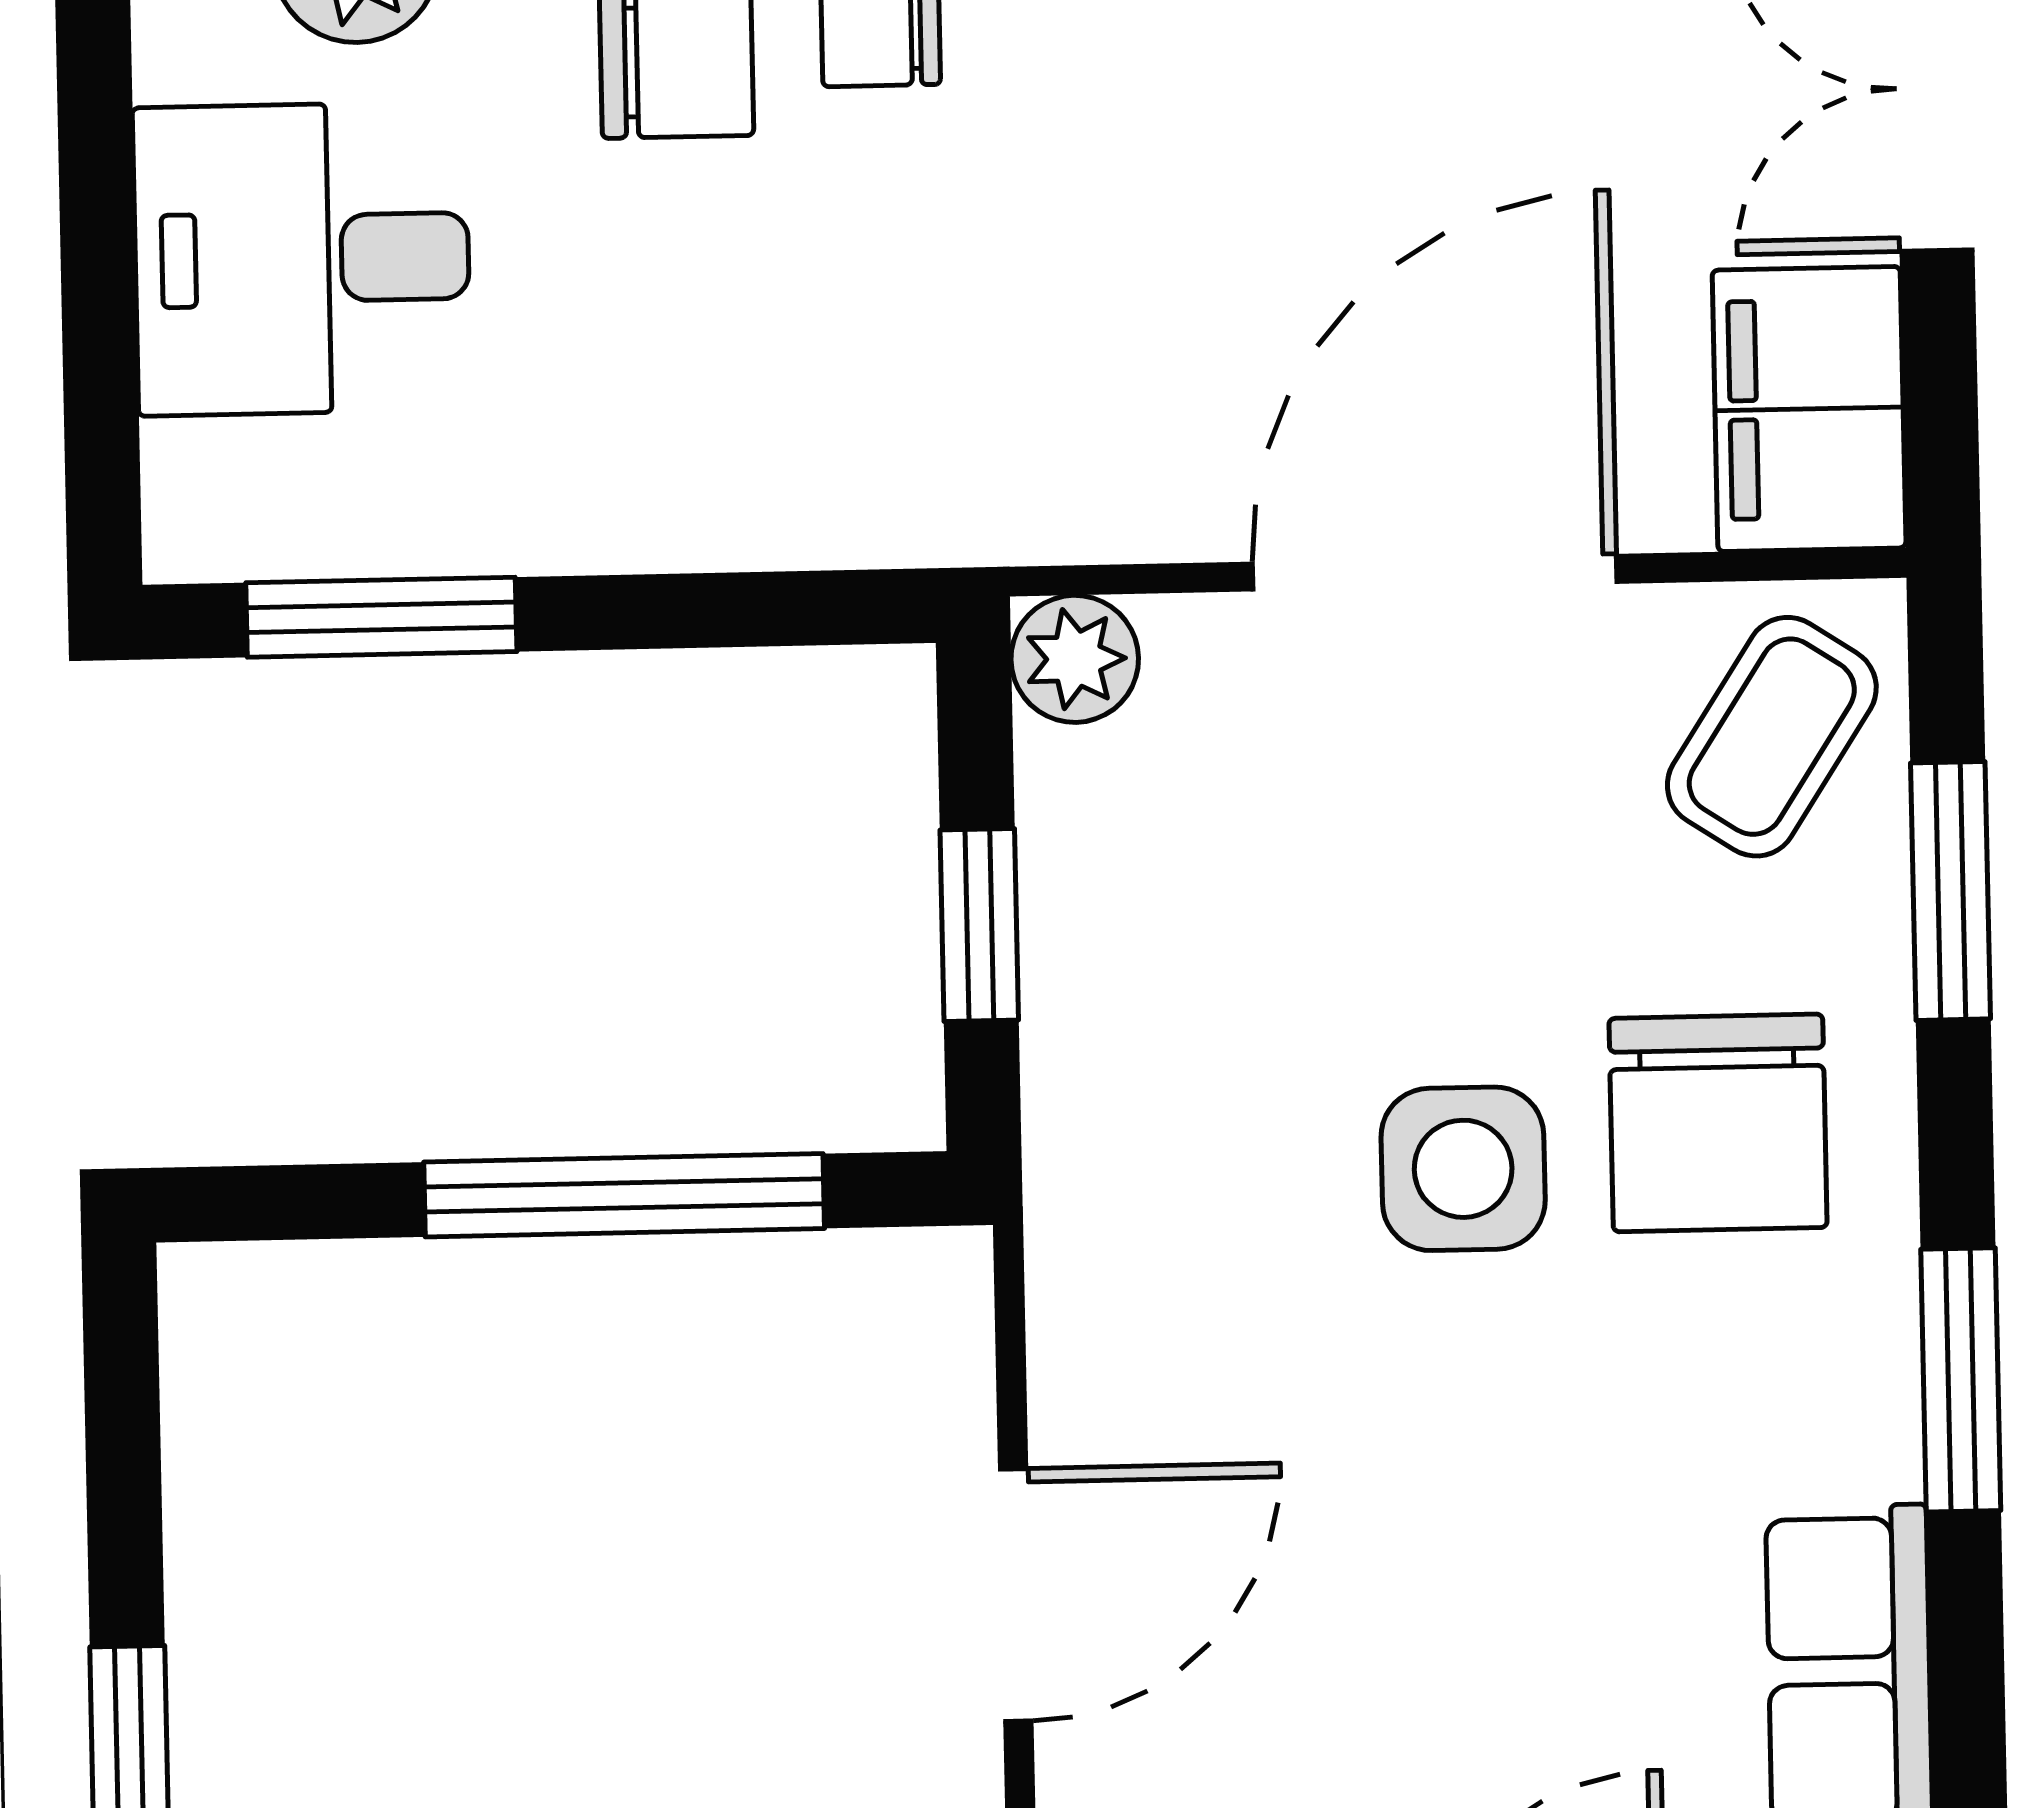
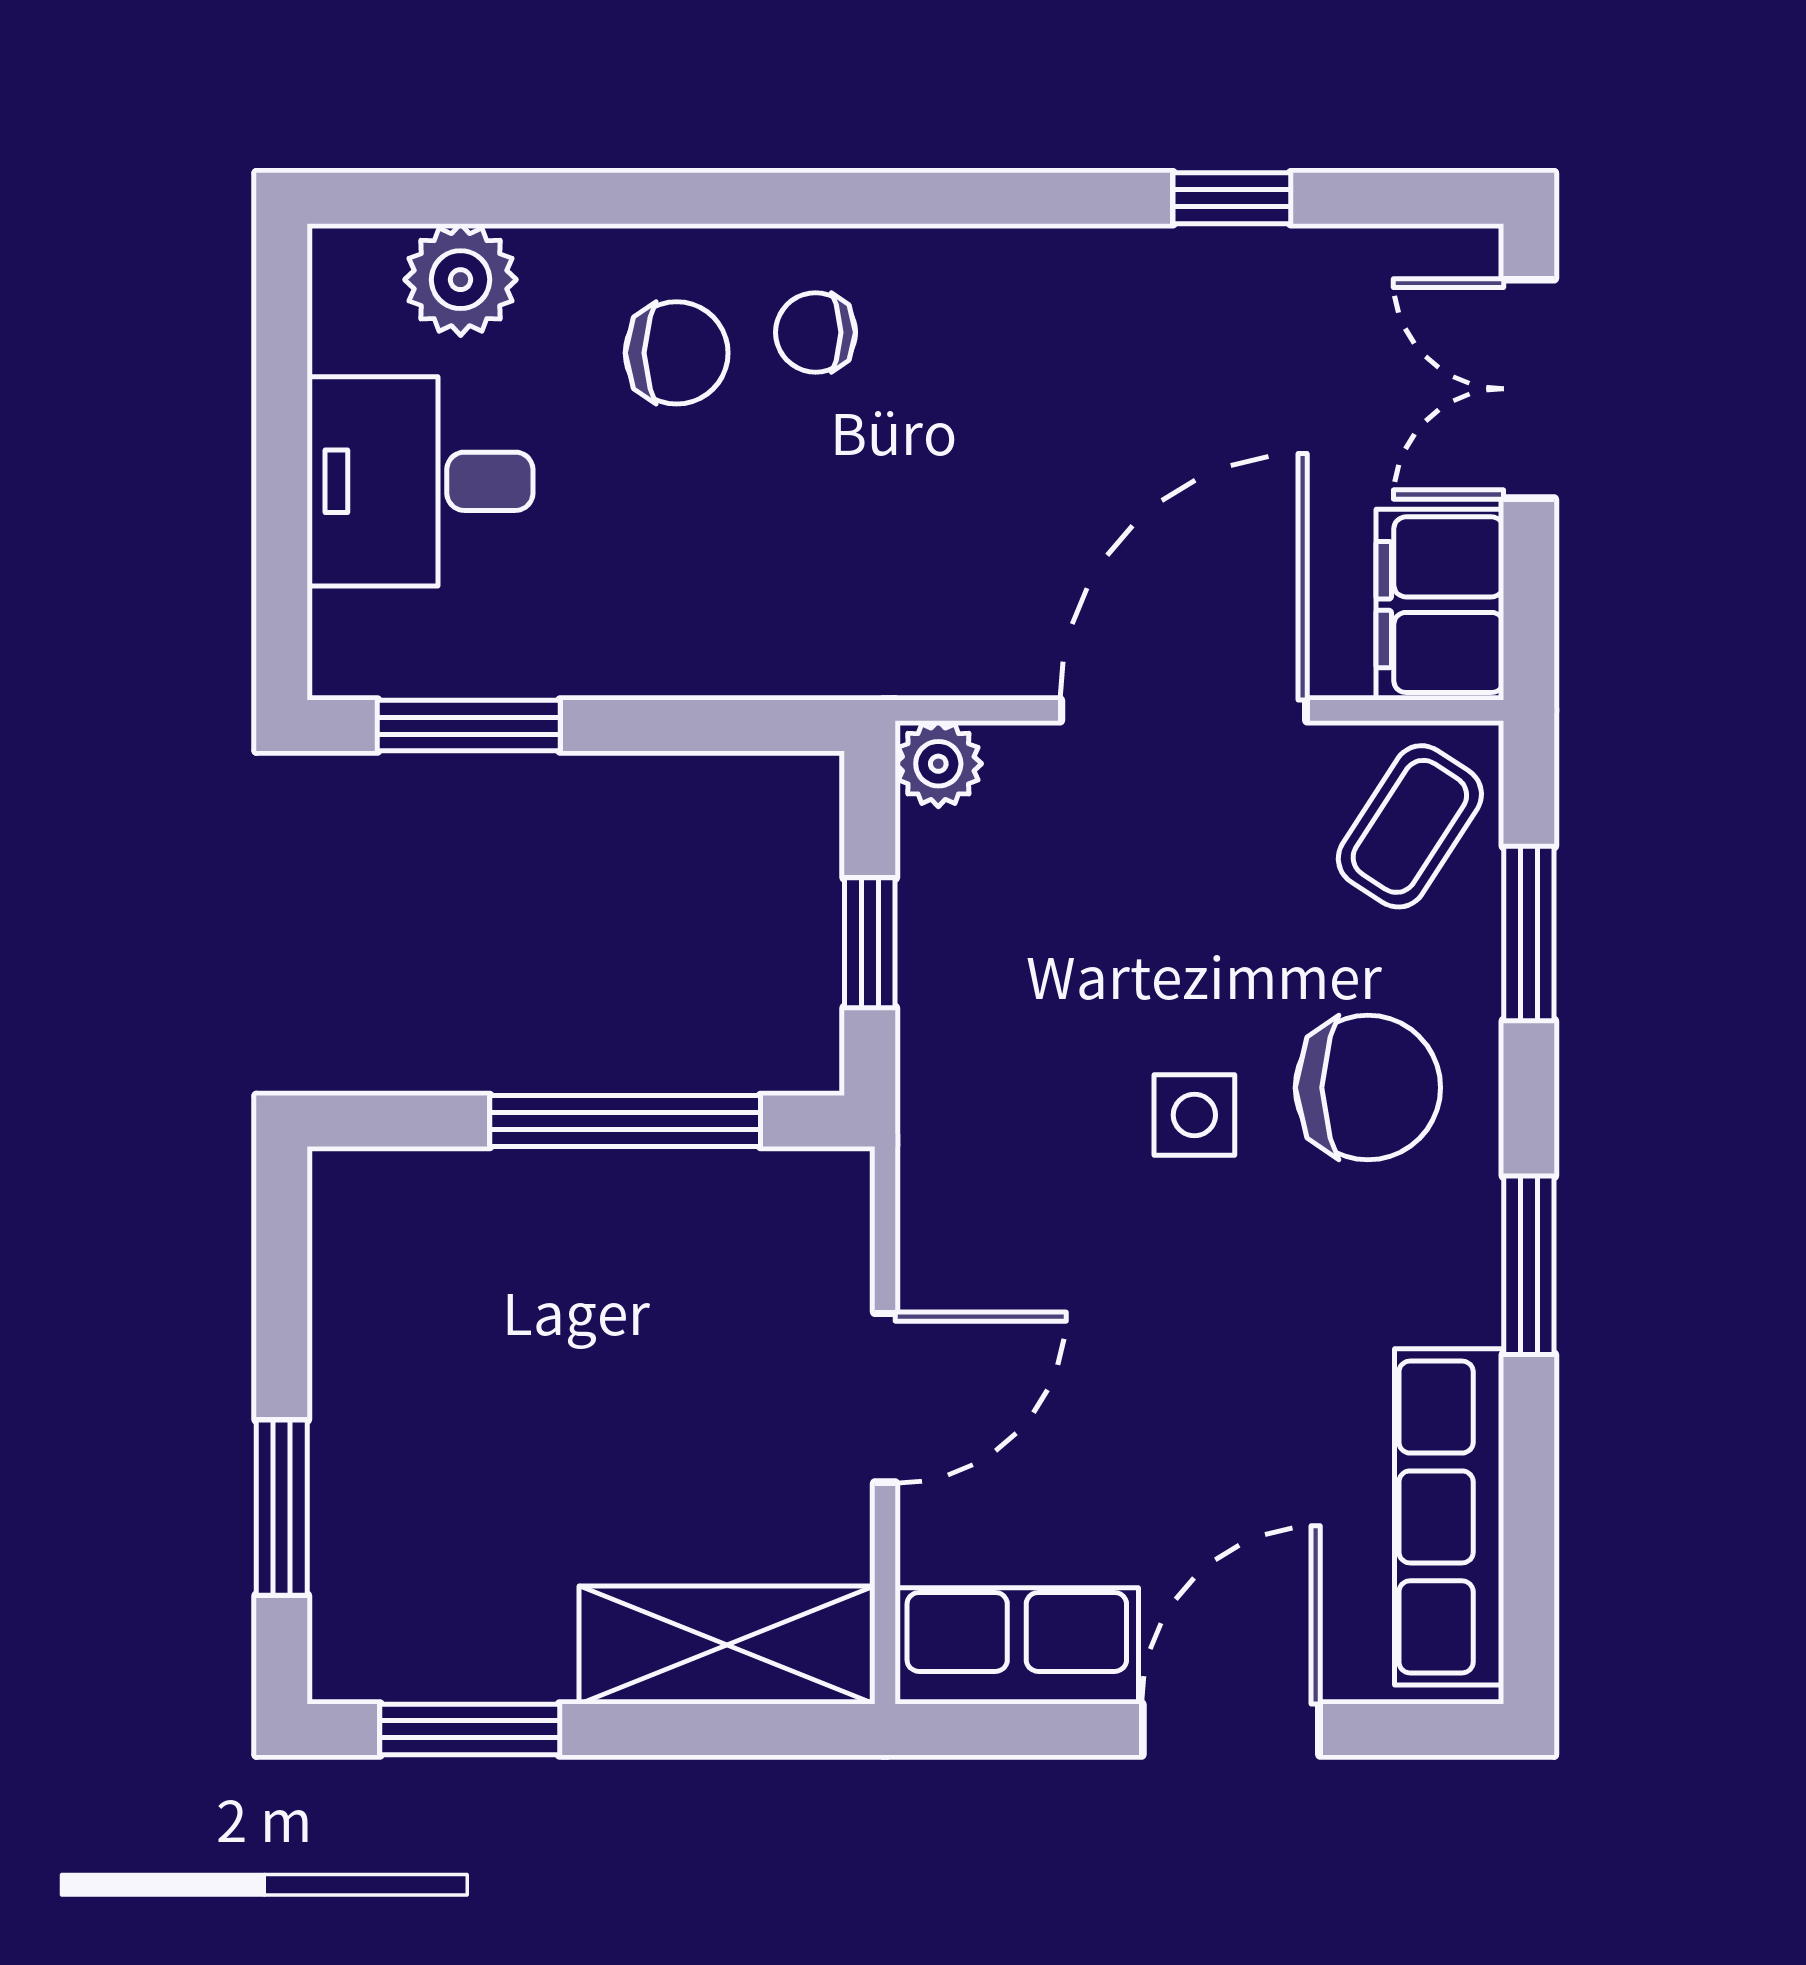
chair: (1718, 1123) -> (1368, 1088), turned -90
side table: (1463, 1169) -> (1194, 1115), width x0.73, depth x0.73

